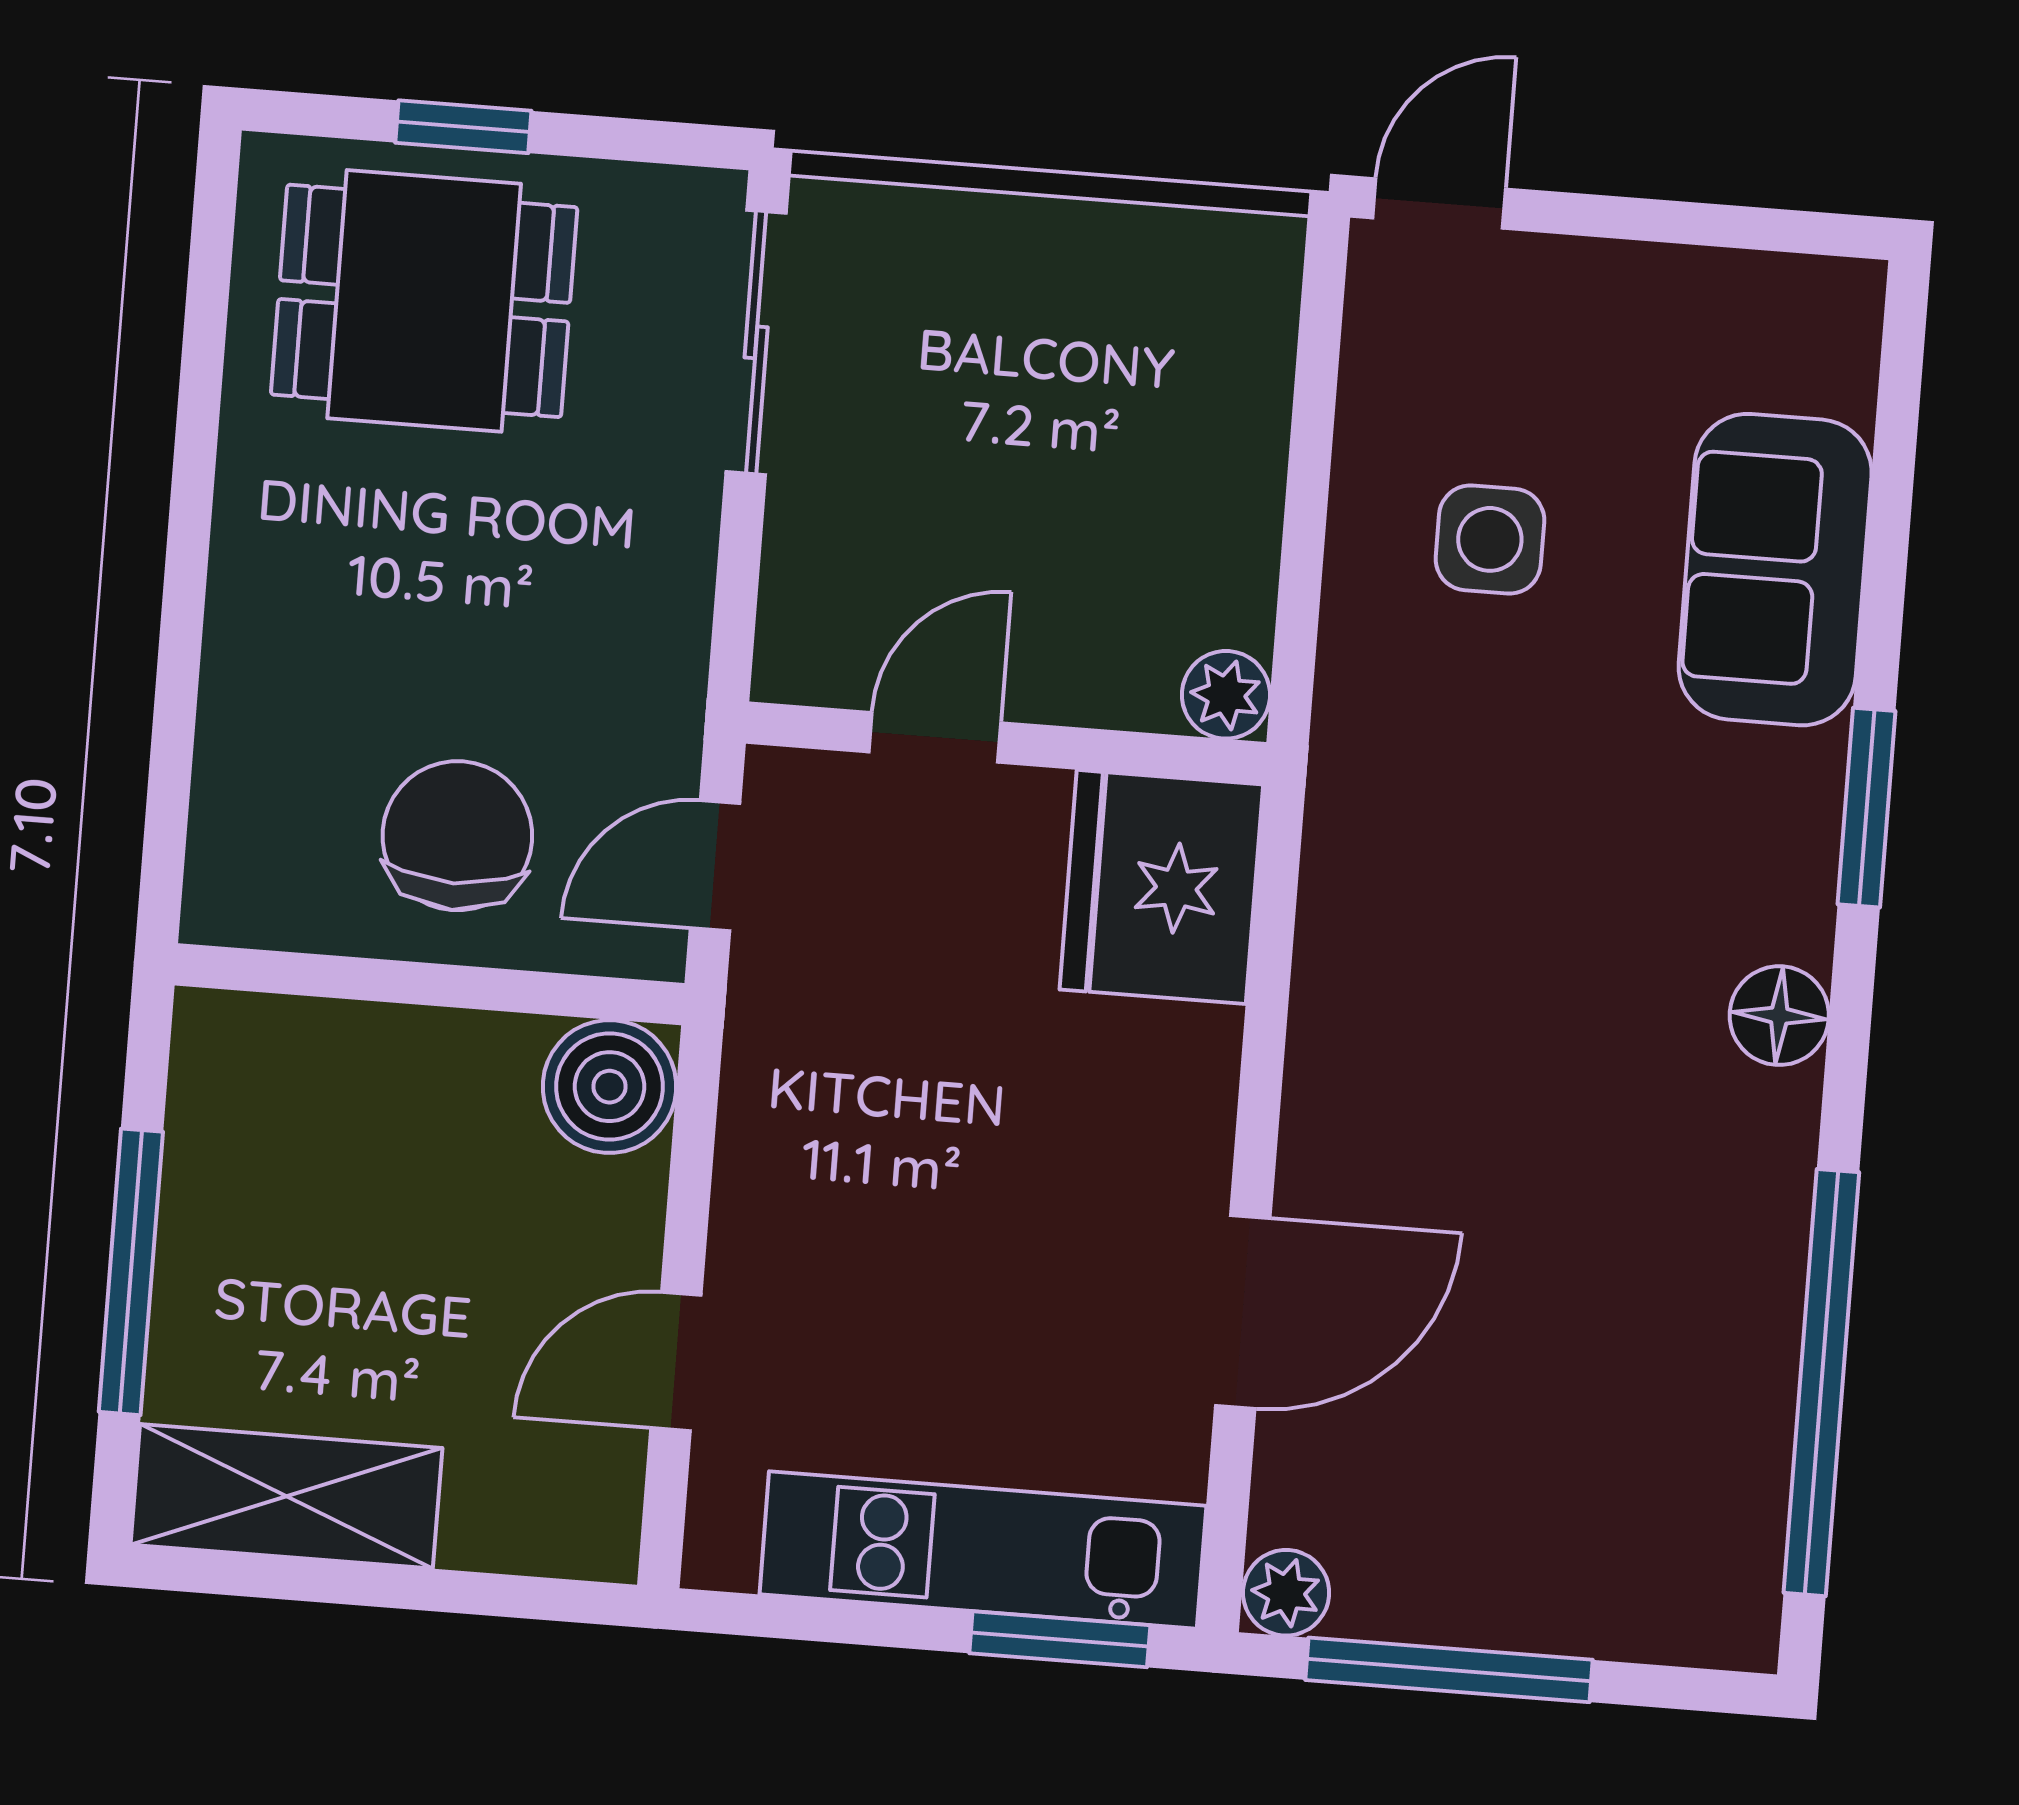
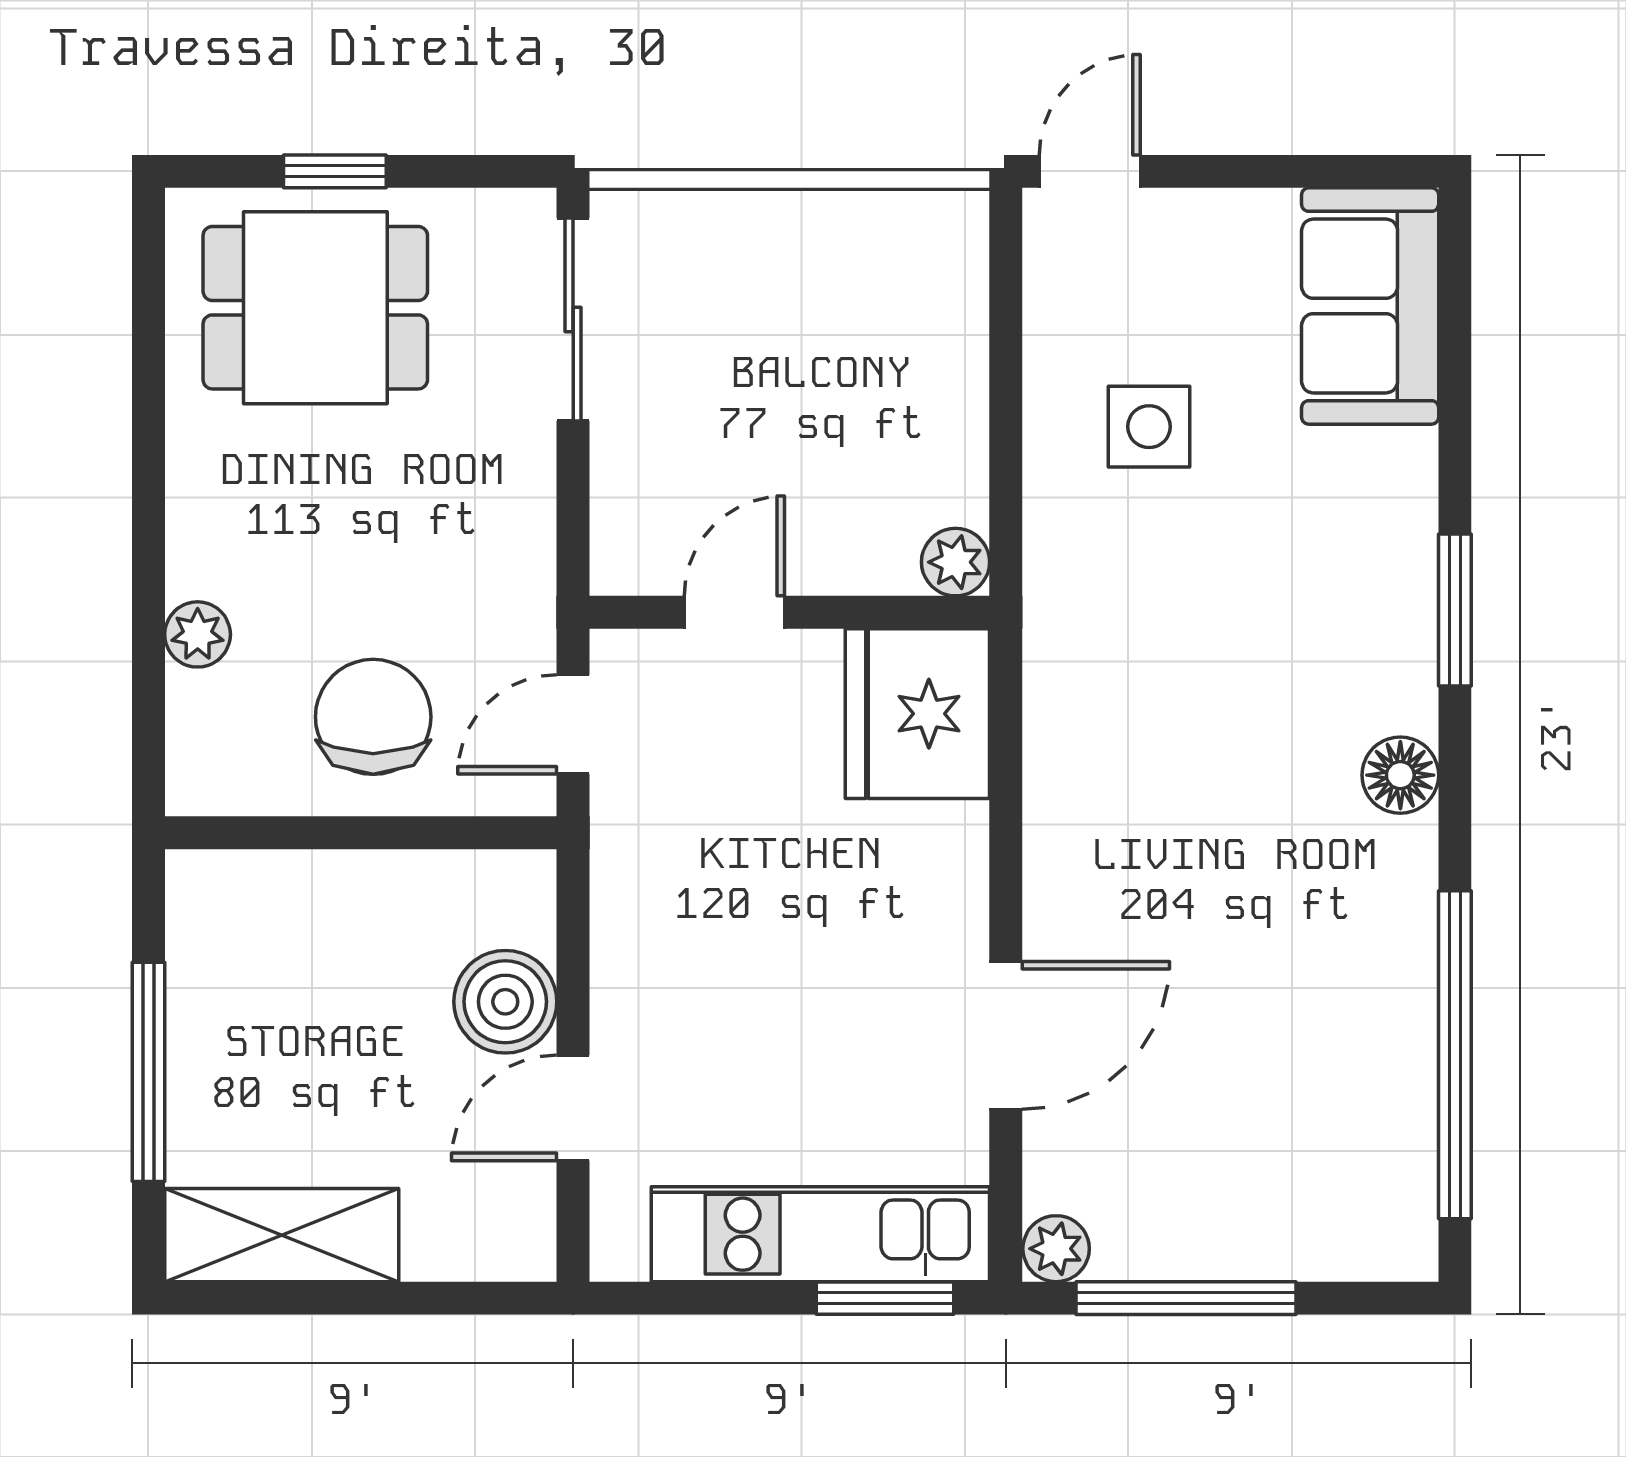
sofa: (1775, 570) -> (1370, 306), moved
plant: (239, 711) -> (198, 634), added
boiler: (610, 1087) -> (505, 1002), moved

